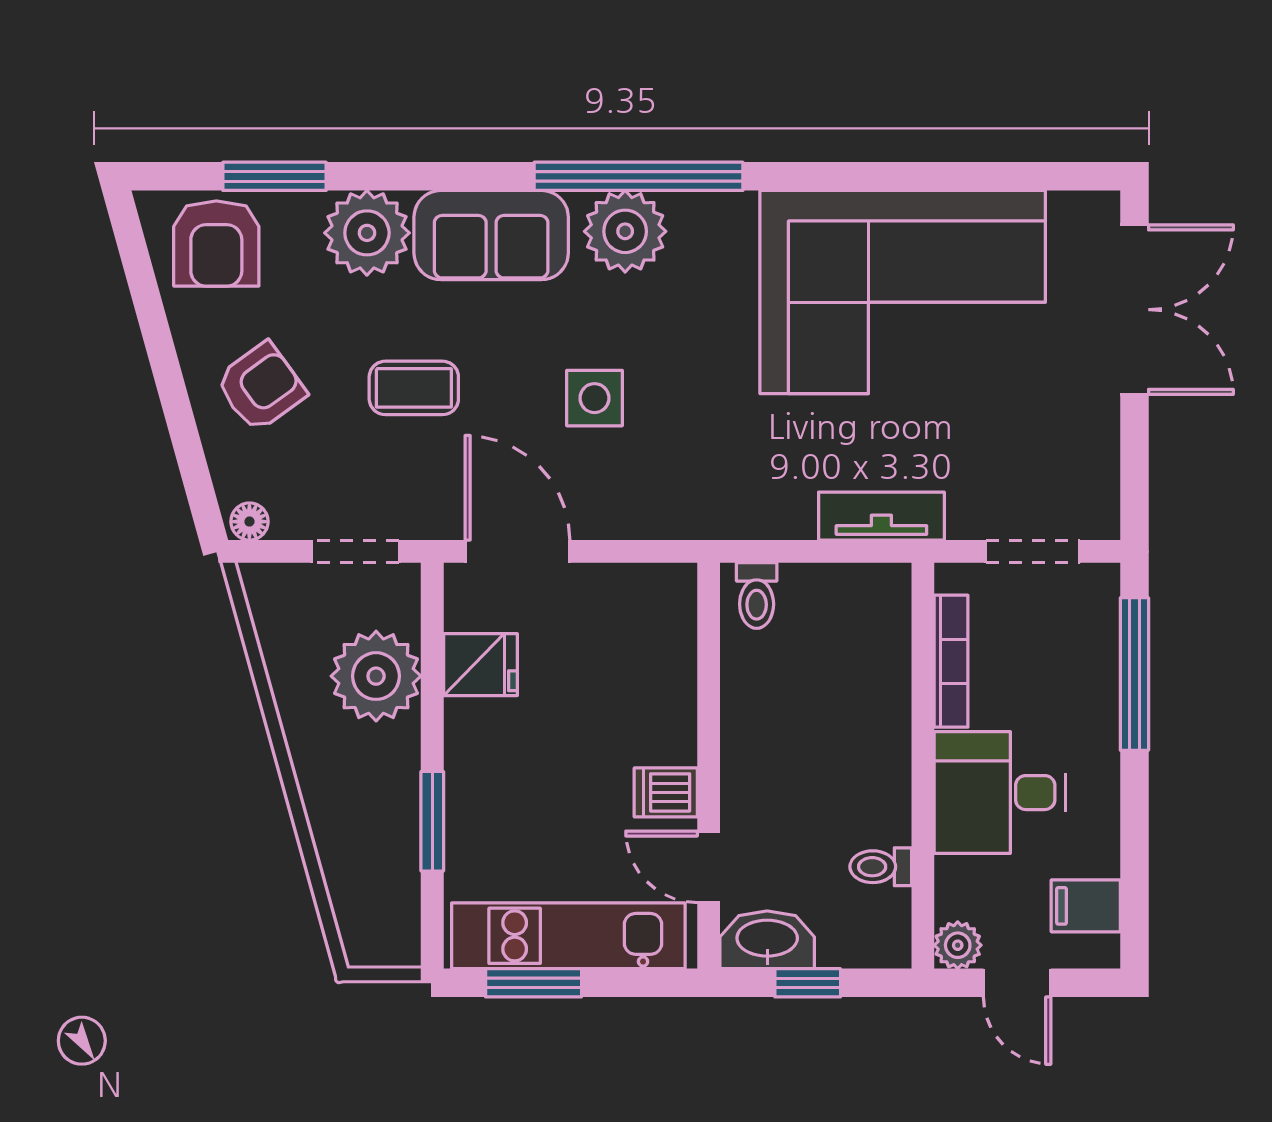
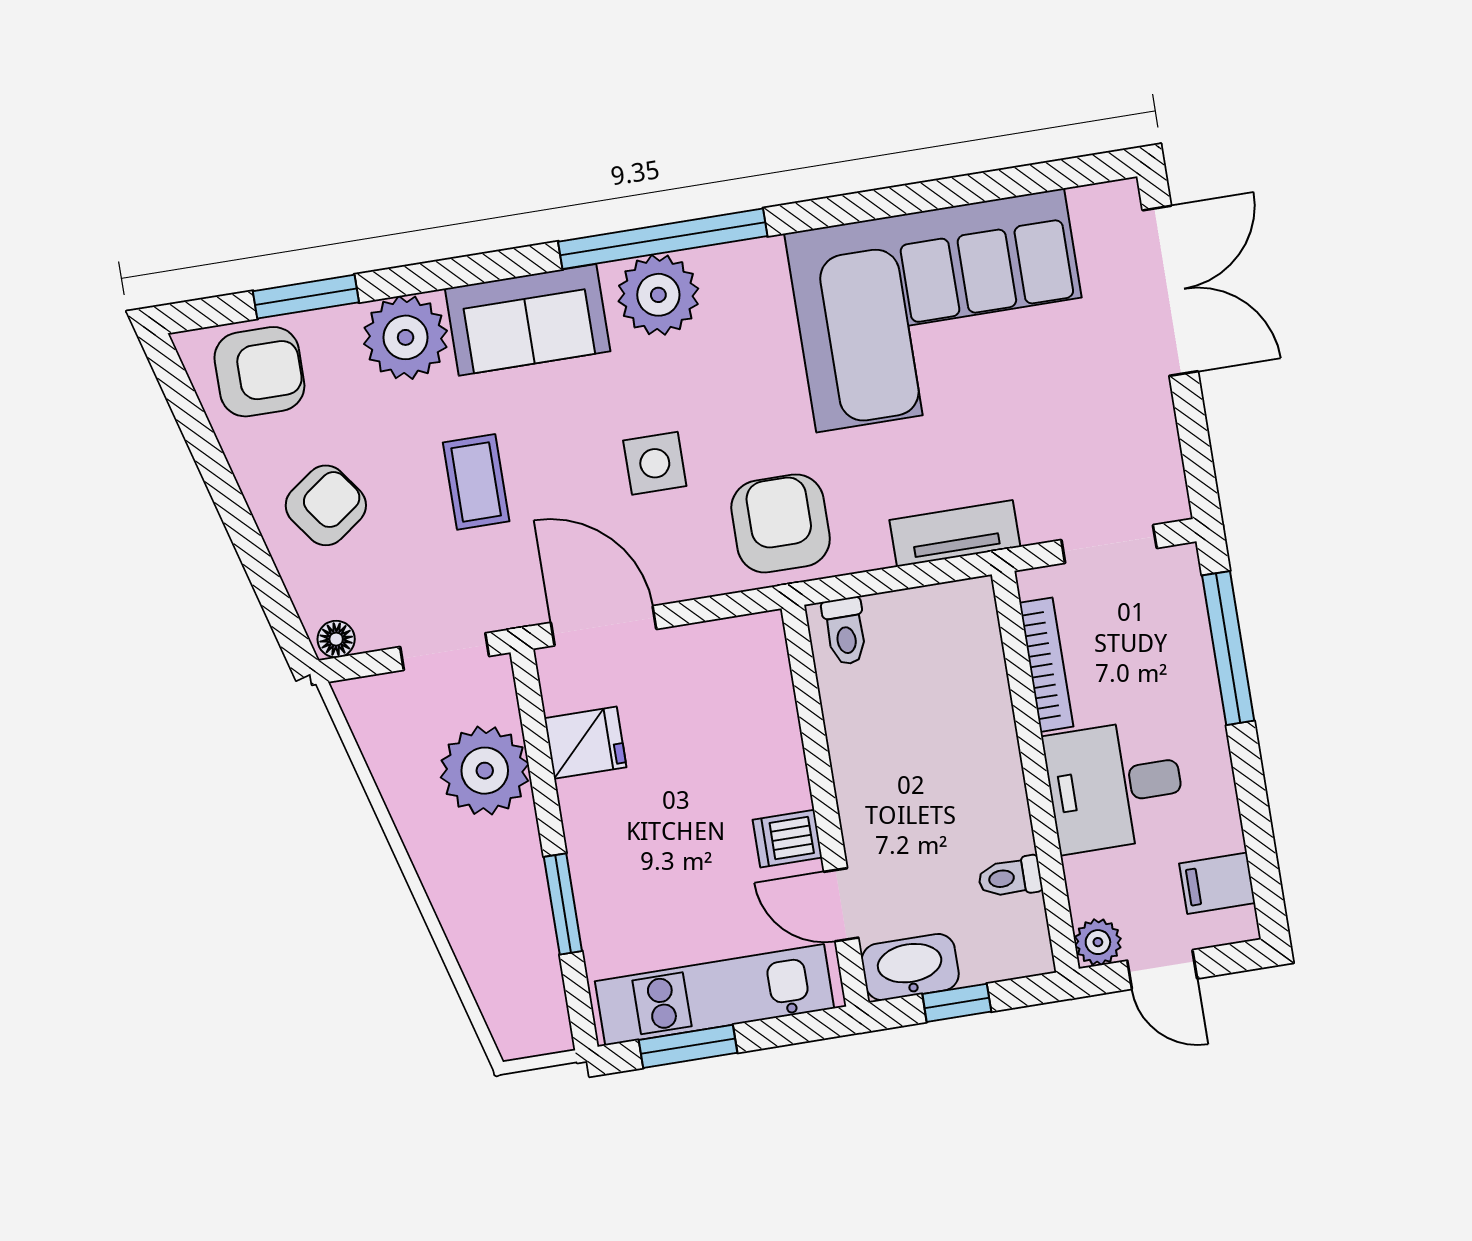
armchair: (216, 243) -> (259, 372), turned -90
coffee table: (414, 388) -> (476, 482), turned 90
armchair: (710, 478) -> (781, 523), added

